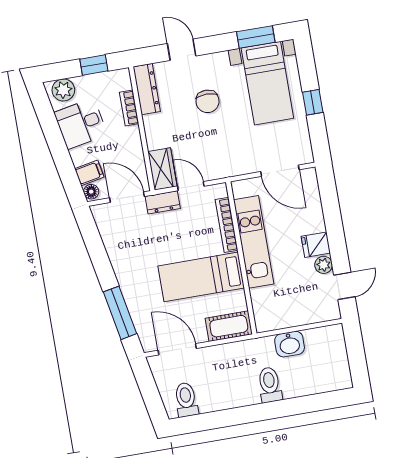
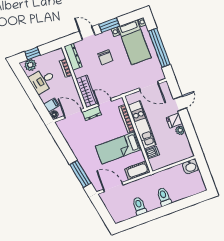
window: (256, 37) -> (109, 25), moved
window: (94, 65) -> (33, 53), moved
window: (313, 102) -> (159, 48), width x3.17
wardrobe: (162, 169) -> (87, 91), width x1.50
door: (344, 286) -> (180, 104), moved
dishwasher: (263, 297) -> (152, 152), added
washbasin: (290, 344) -> (191, 166), moved
toilet: (186, 400) -> (139, 206), moved

